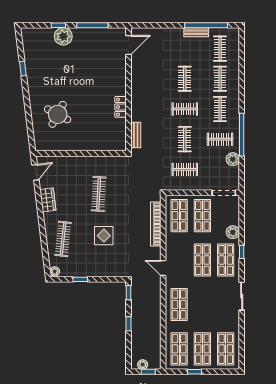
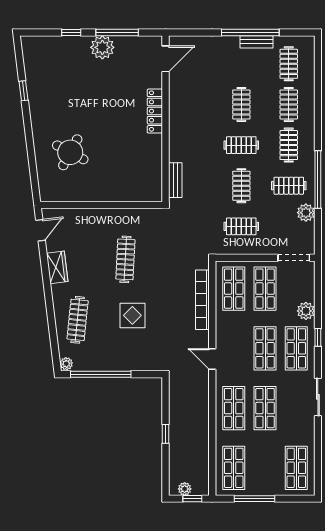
window: (206, 25) -> (250, 32), moved
plant: (63, 36) -> (102, 47), moved
locker: (121, 107) -> (155, 111), moved, width x1.53
window: (80, 279) -> (101, 374), width x3.17
window: (128, 293) -> (166, 392), removed
shop shelf: (202, 349) -> (265, 408), moved
window: (195, 372) -> (254, 499), width x2.17

